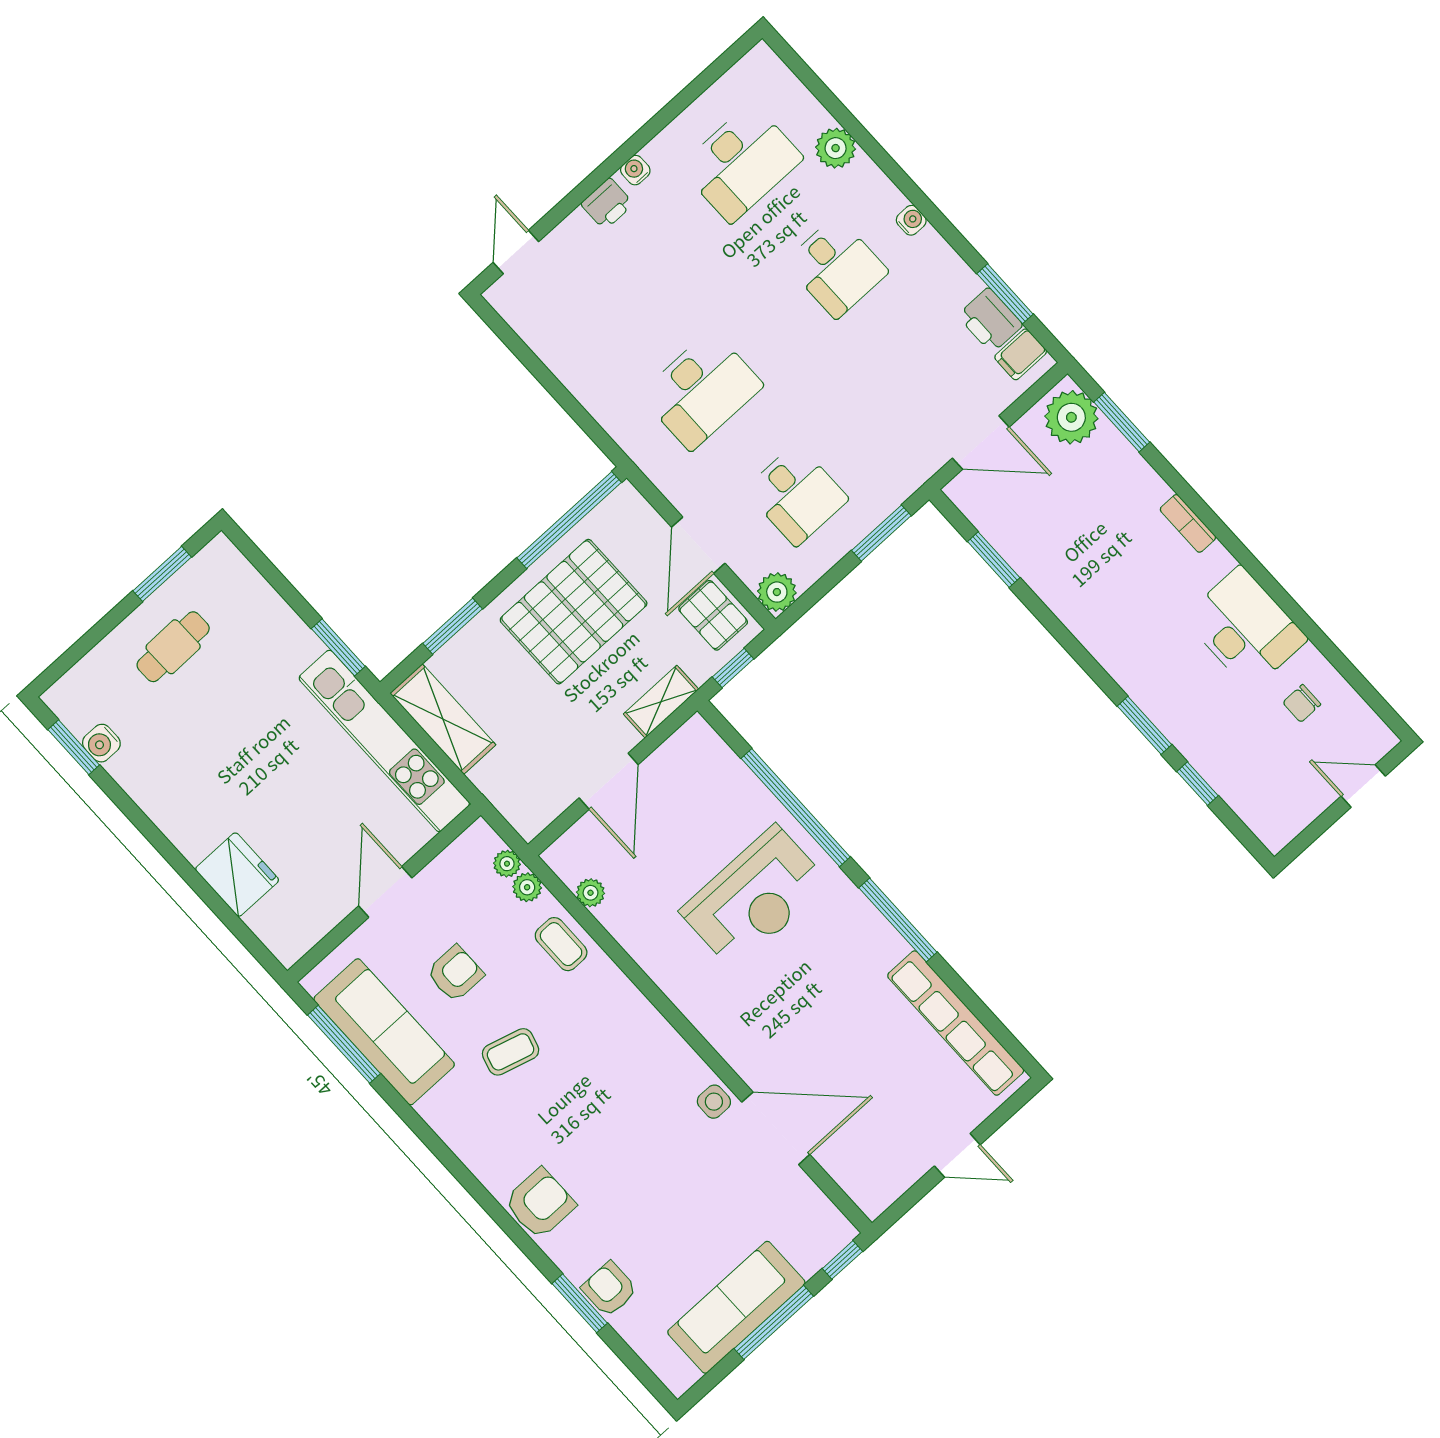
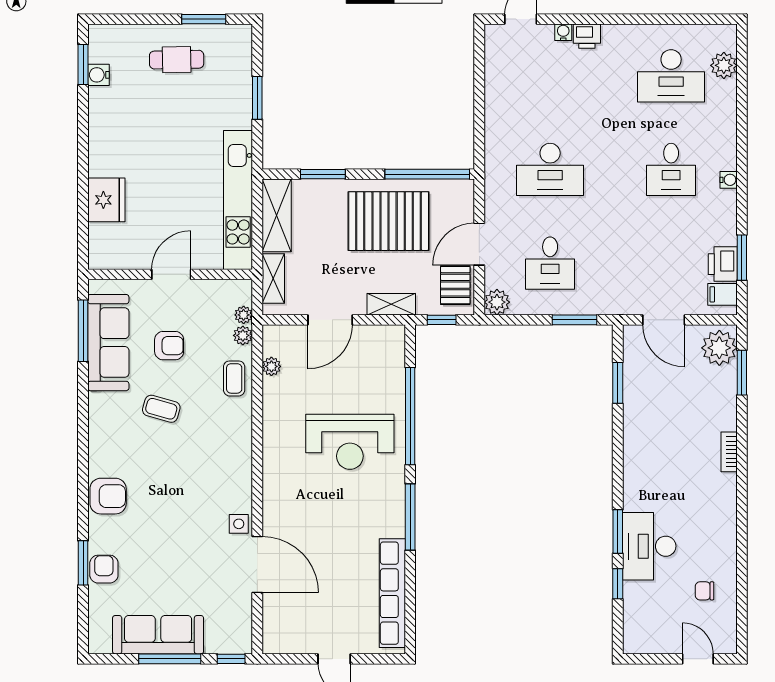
plant: (836, 148) -> (724, 65), moved
water cooler: (635, 170) -> (563, 32), moved
desk: (1245, 628) -> (649, 546), moved, turned 180
window: (338, 647) -> (257, 98), moved
shelving: (503, 793) -> (273, 279), added

